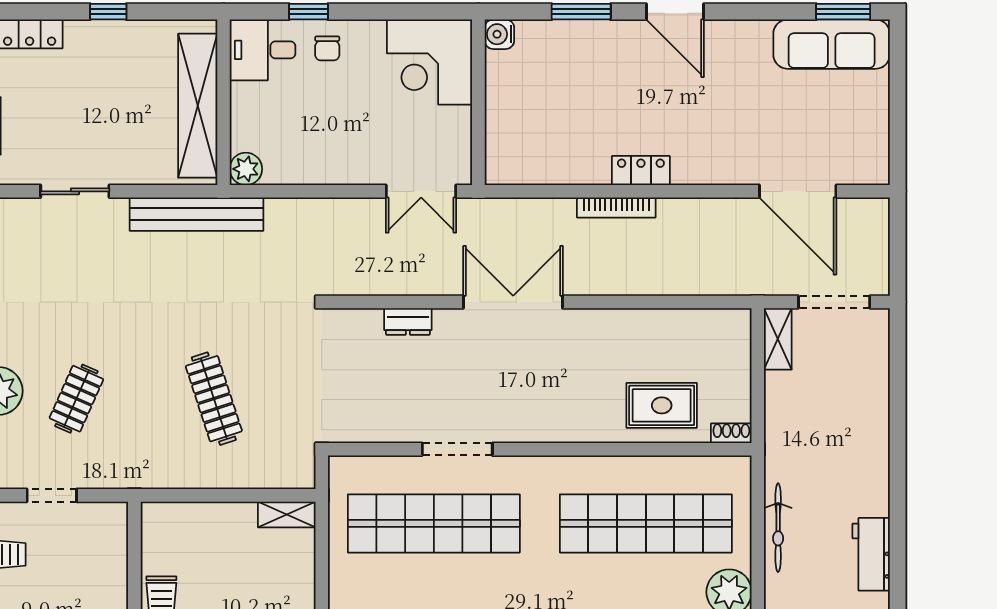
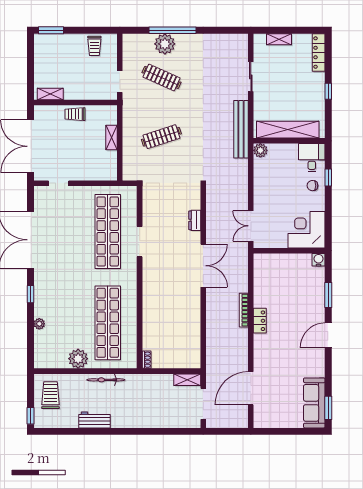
clothes rail: (76, 399) -> (161, 77), width x1.36
rug: (662, 405) -> (159, 330), removed
doorway: (52, 495) -> (120, 82), moved
shelving: (287, 515) -> (112, 138), moved

